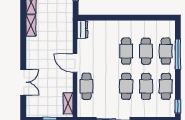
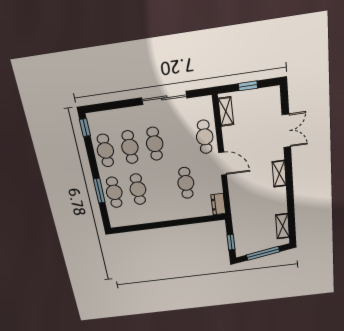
shelving: (31, 25) -> (279, 174), moved
cafe table: (126, 51) -> (186, 183), moved
window: (178, 54) -> (99, 191), width x0.69
double door: (23, 82) -> (286, 131), swing flipped

